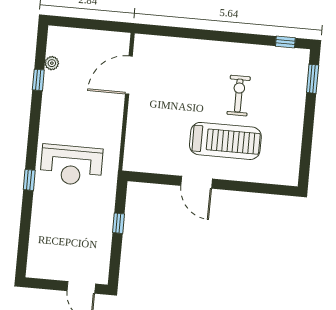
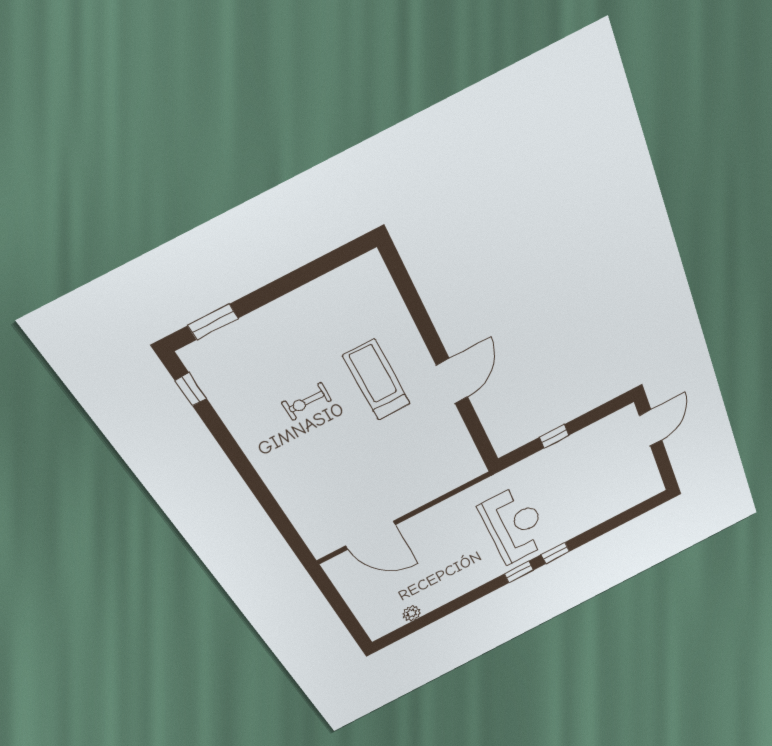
window: (38, 80) -> (519, 572), moved
exercise bike: (239, 96) -> (307, 402), width x0.73, depth x0.72
treadmill: (225, 141) -> (377, 380), width x0.73, depth x0.73

